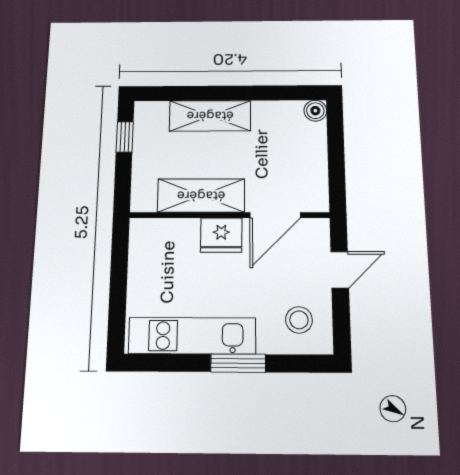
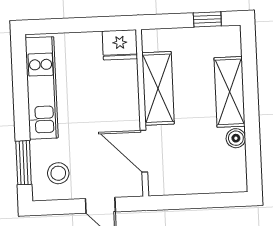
boiler: (315, 111) -> (236, 138), moved
fridge: (221, 235) -> (120, 45), moved, turned -90
window: (238, 363) -> (24, 163), moved

